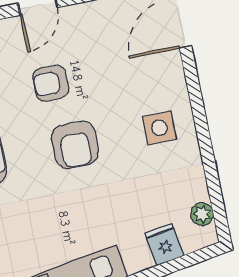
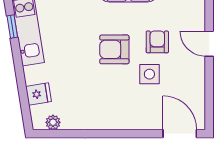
side table: (159, 128) -> (149, 74), moved

